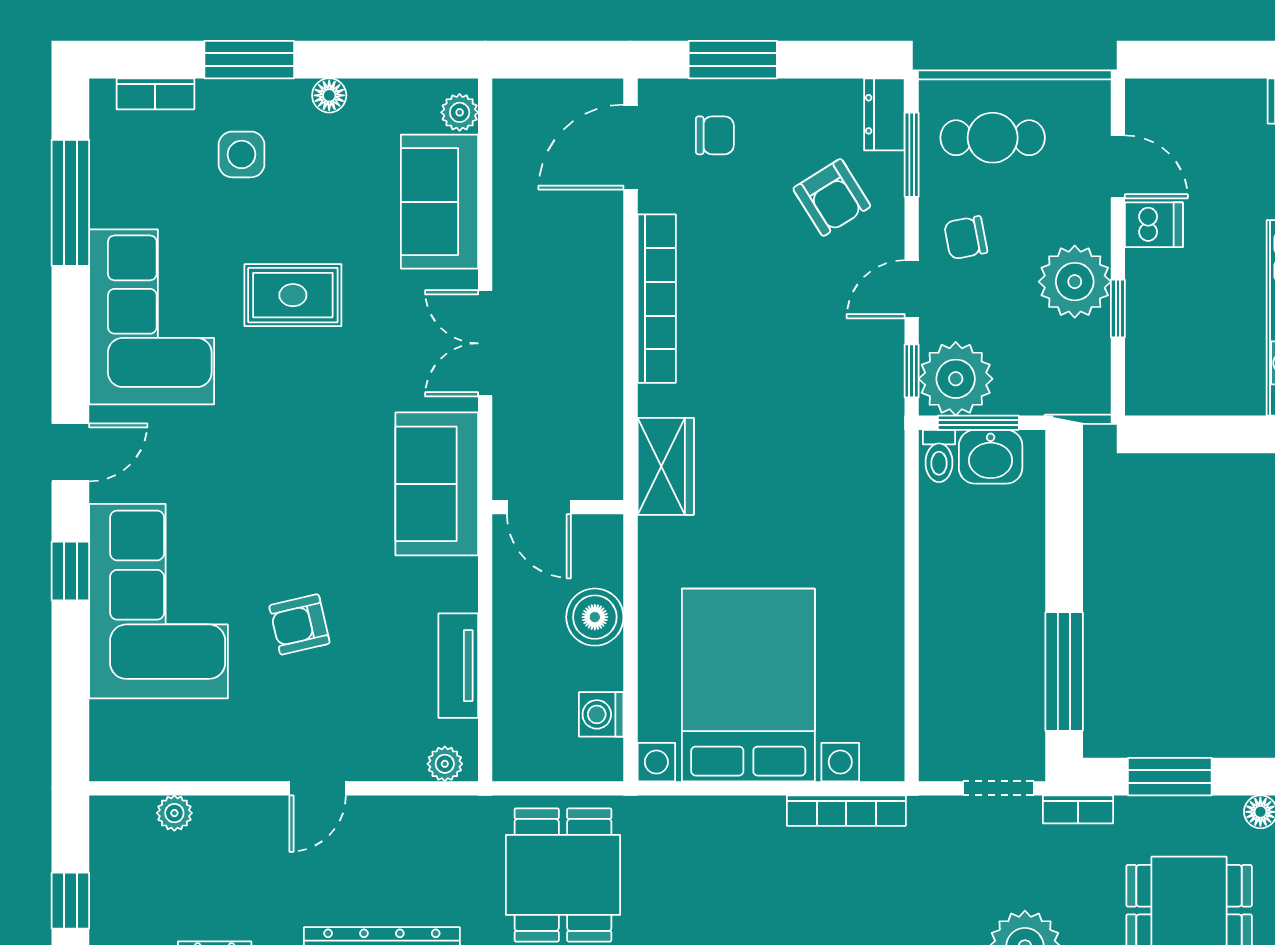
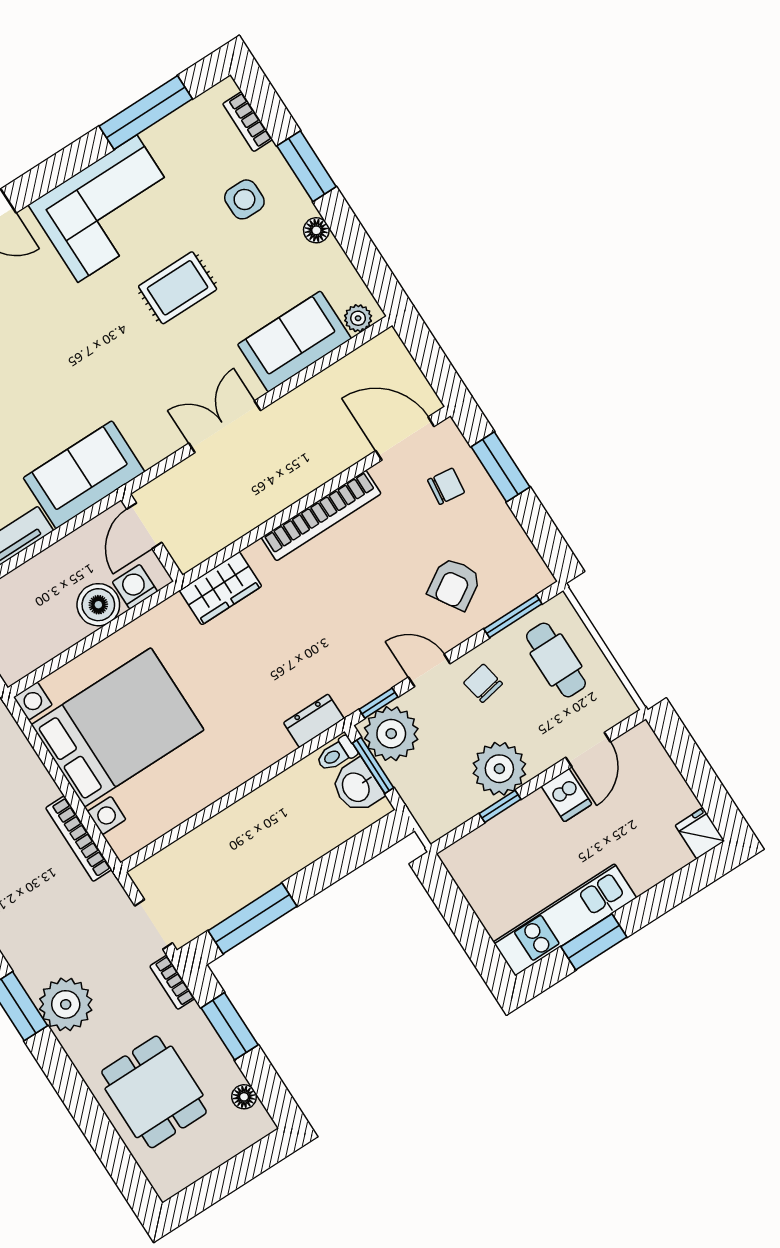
dresser: (884, 114) -> (314, 721), moved
chair: (715, 135) -> (446, 486), turned -83
rug: (293, 295) -> (178, 288), turned 90
sofa: (437, 484) -> (84, 475), moved
washing machine: (601, 714) -> (135, 587), moved

